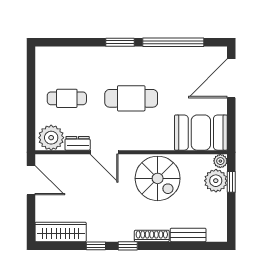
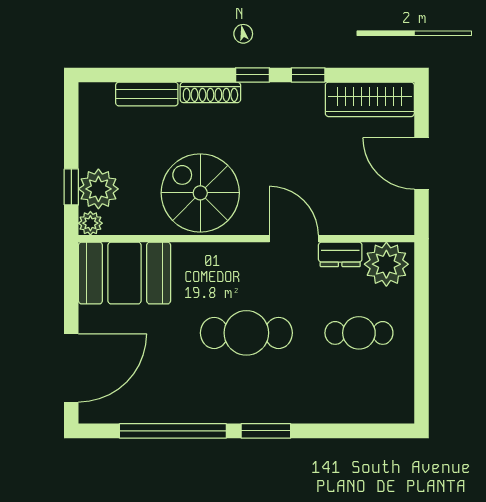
door: (31, 180) -> (421, 163), moved

